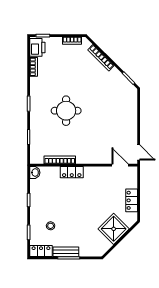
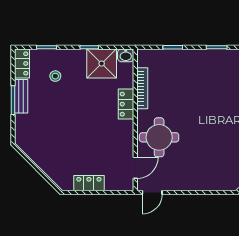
round table: (66, 111) -> (159, 137), moved
shower: (114, 229) -> (102, 64), moved, turned 45

